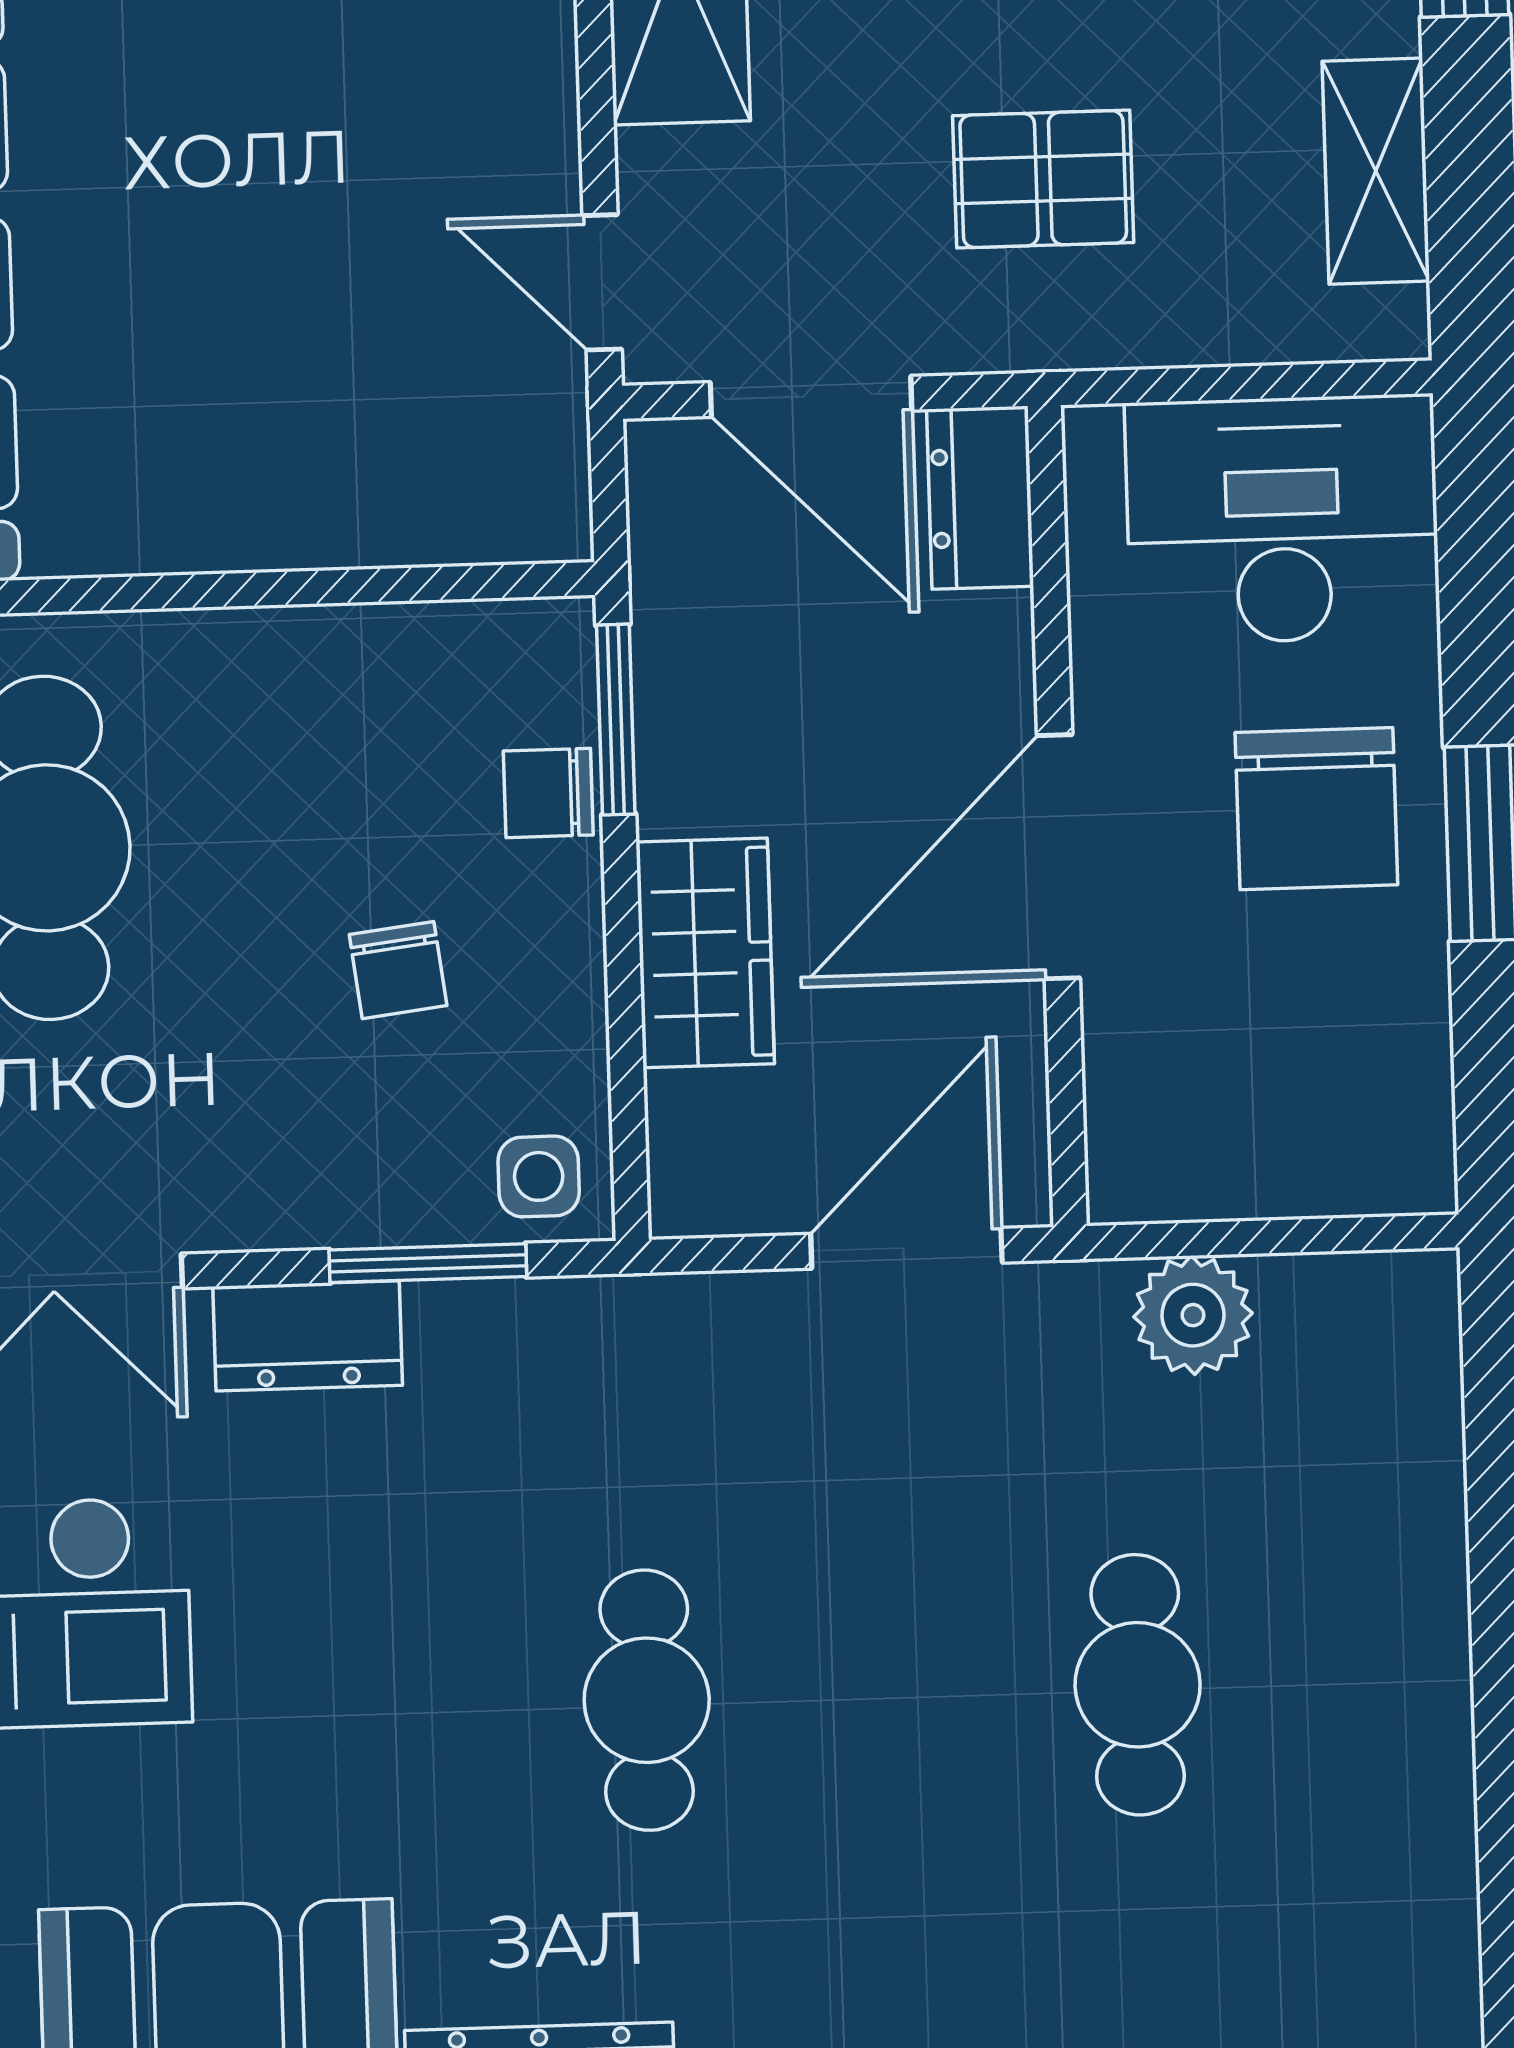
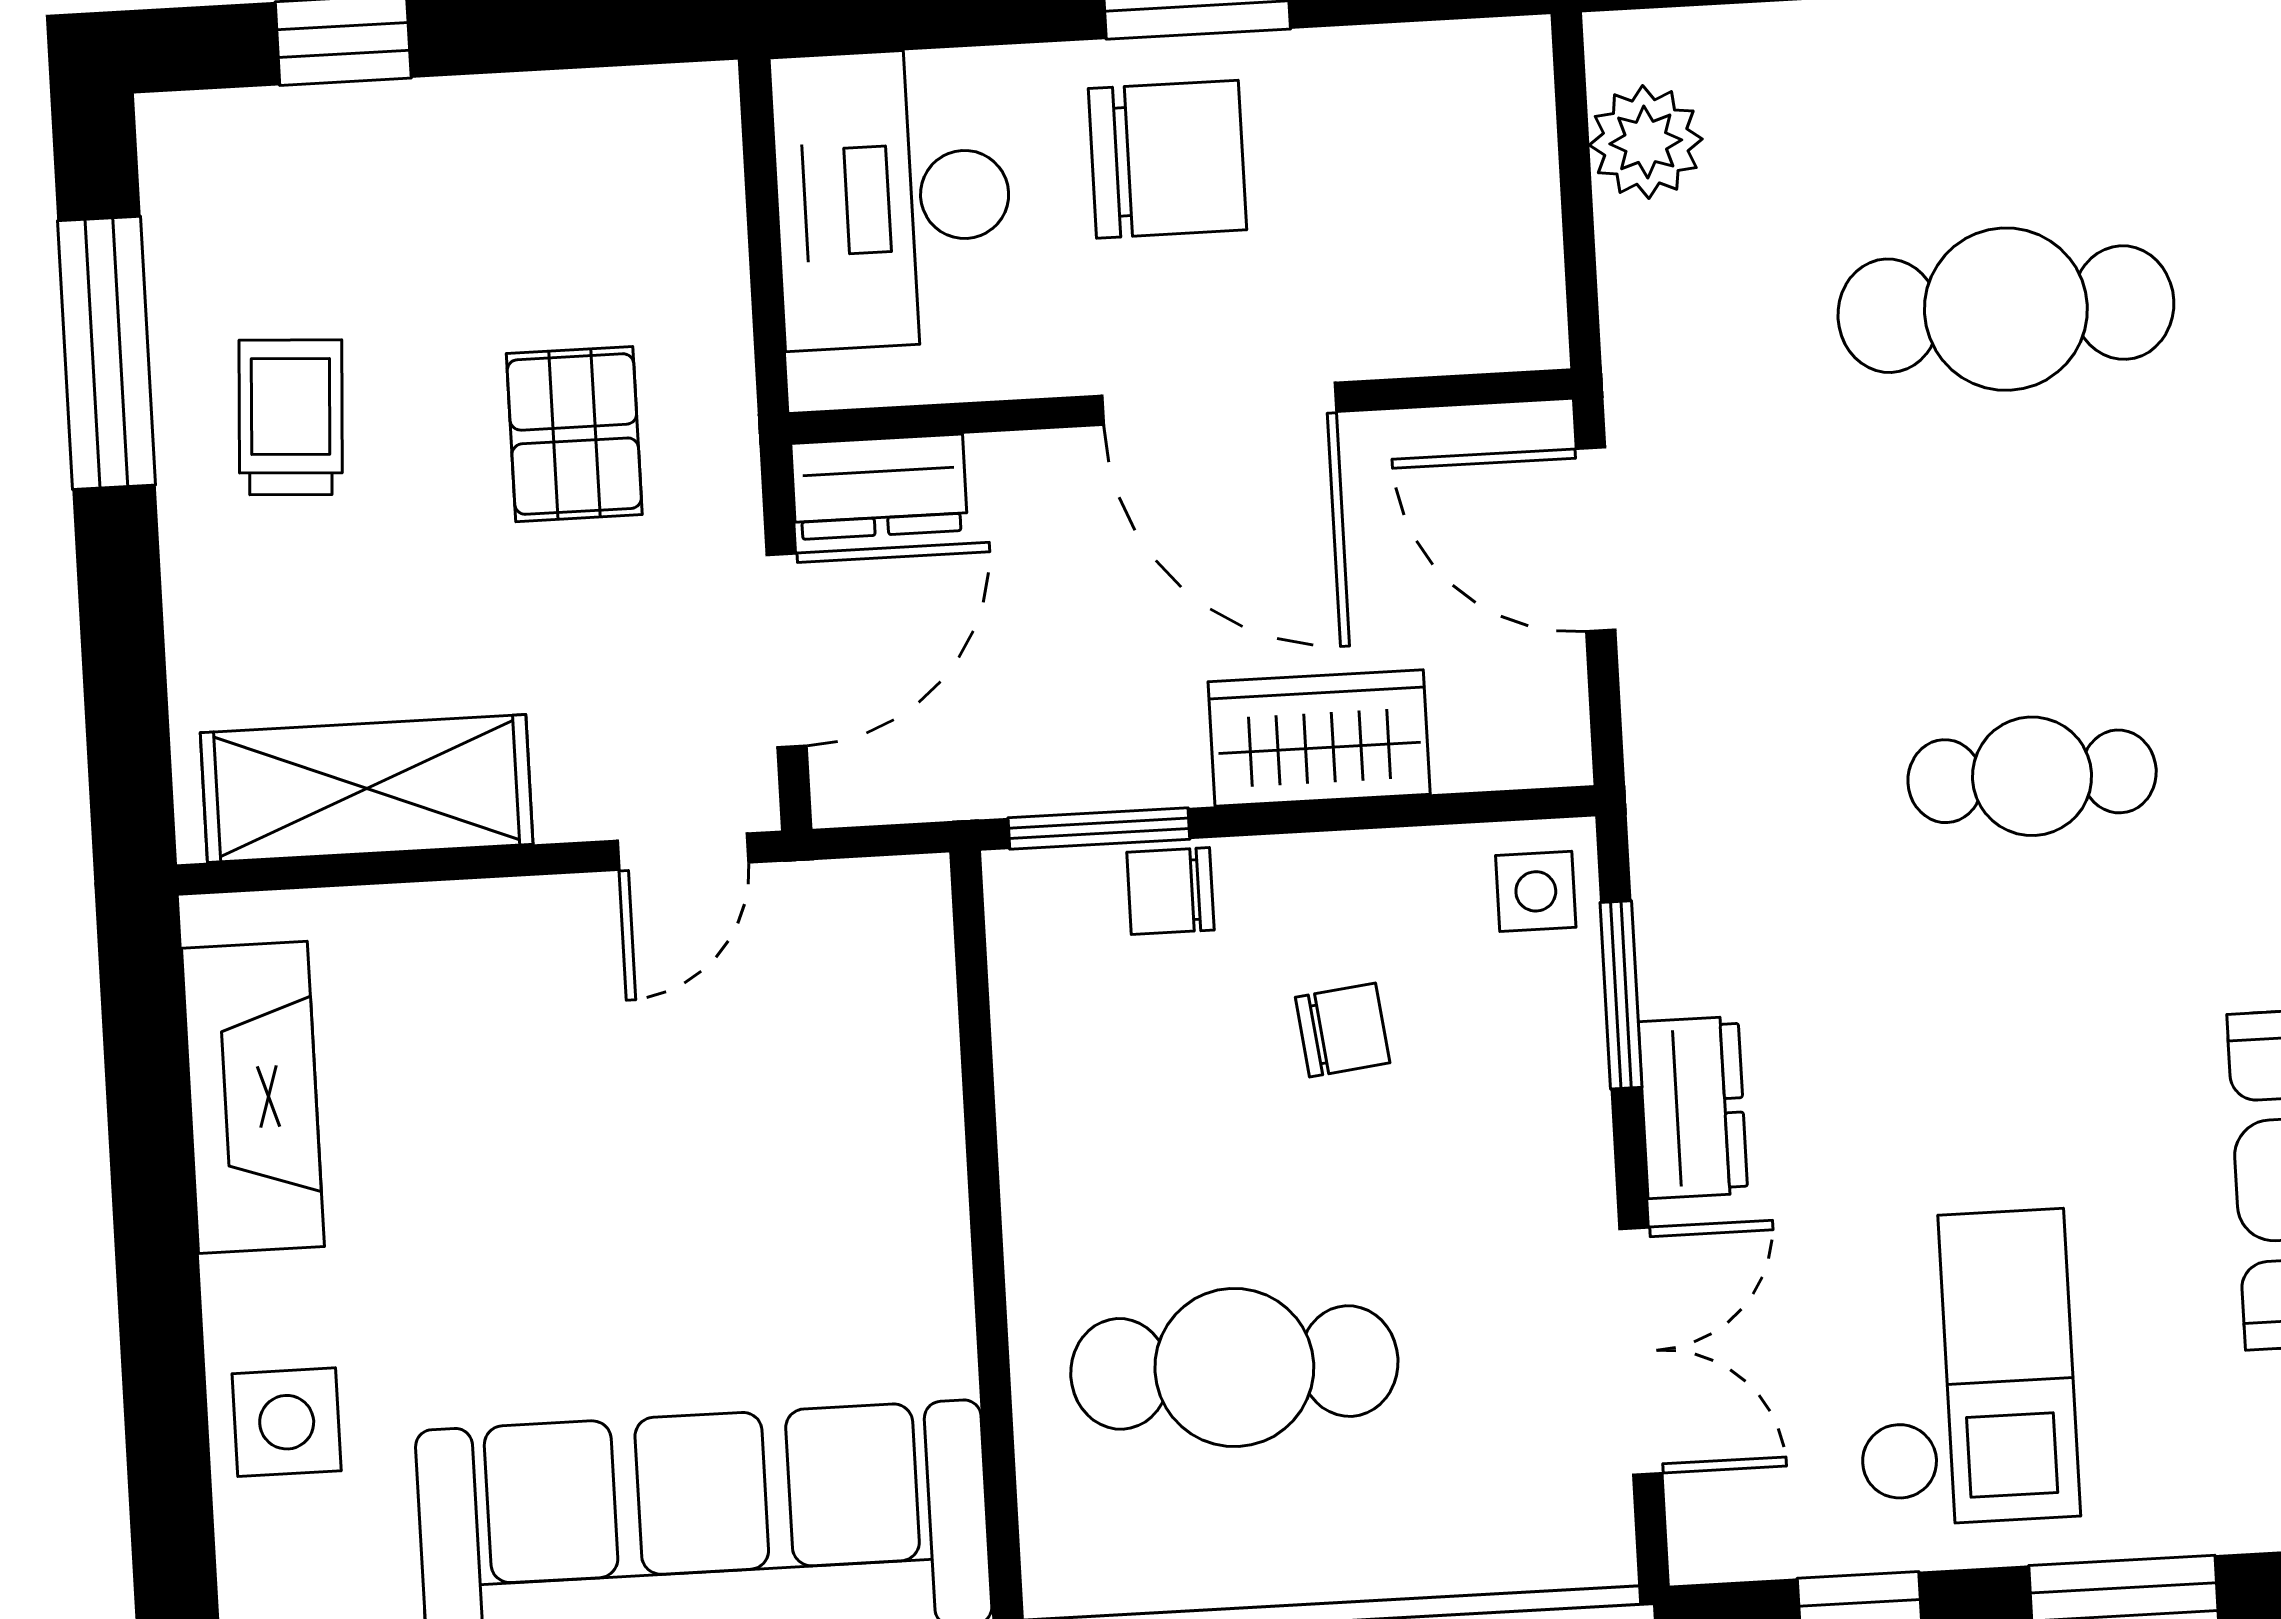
shelving: (1376, 171) -> (559, 118), removed
chair: (548, 793) -> (1170, 891), turned 90
plant: (1193, 1315) -> (1646, 142), moved
cafe table: (1138, 1685) -> (2006, 309), width x1.37, depth x1.35

